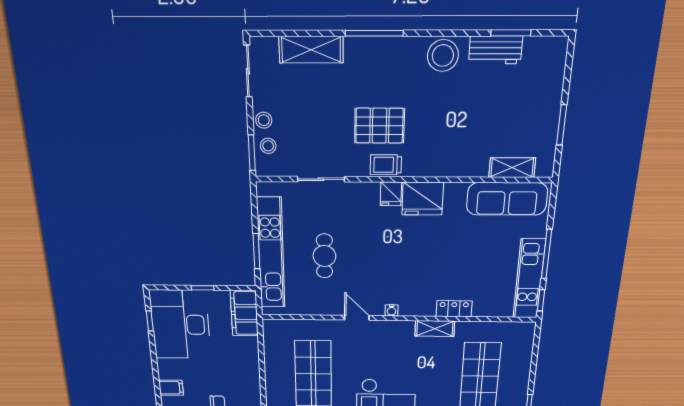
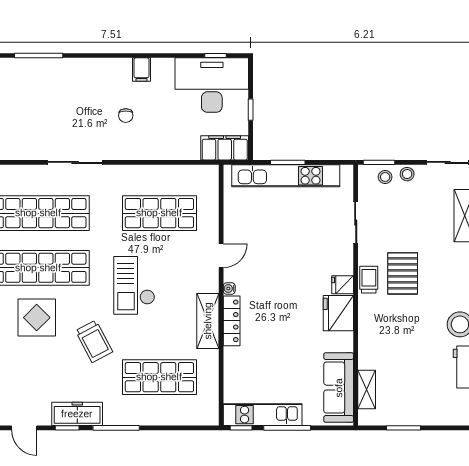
cafe table: (324, 256) -> (284, 225), removed
locker: (454, 309) -> (232, 321), moved, width x1.53
shelving: (435, 329) -> (208, 321), width x1.50, depth x1.33

